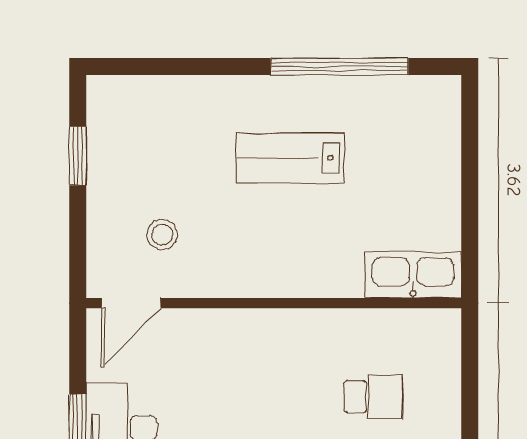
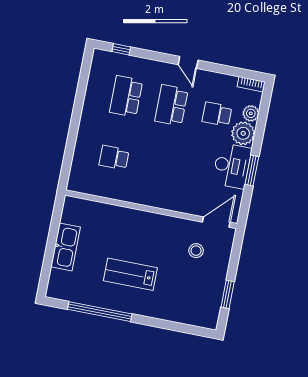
lab bench: (290, 158) -> (130, 274), turned 180
kitchen sink: (413, 275) -> (66, 247), moved, turned -90

